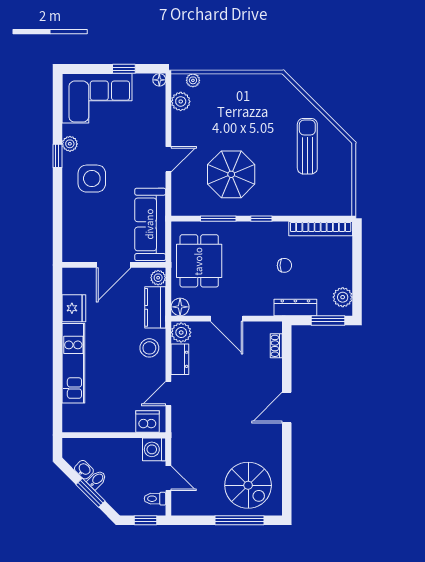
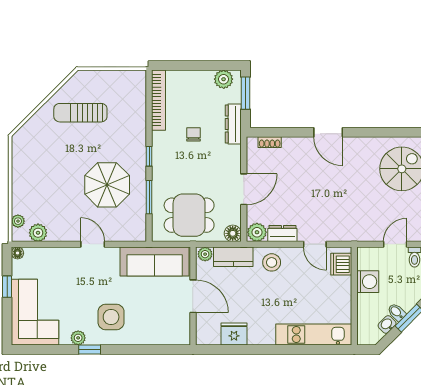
kitchen unit: (73, 363) -> (314, 334), moved
washing machine: (154, 449) -> (368, 282), moved, turned -90

